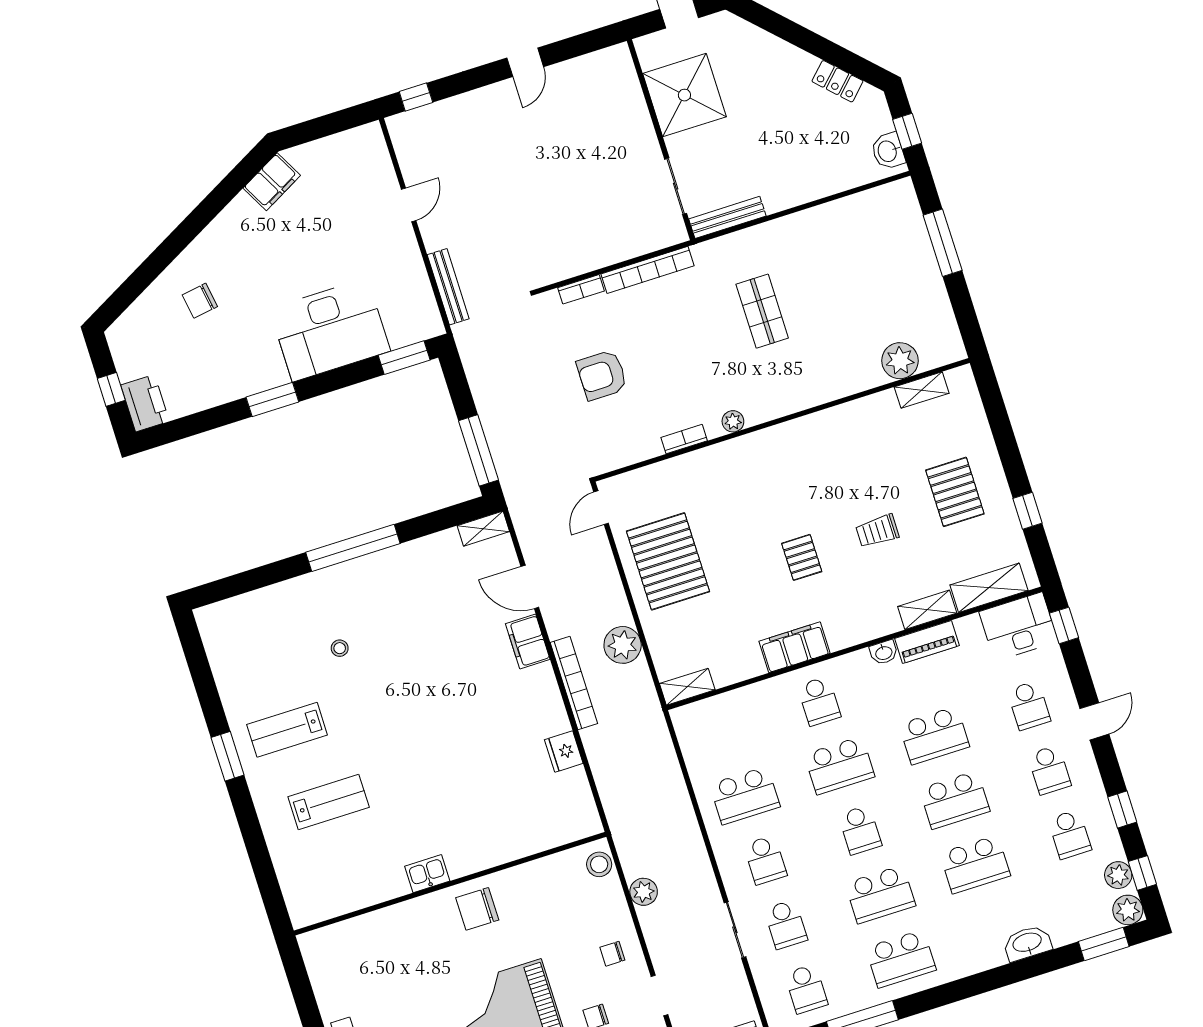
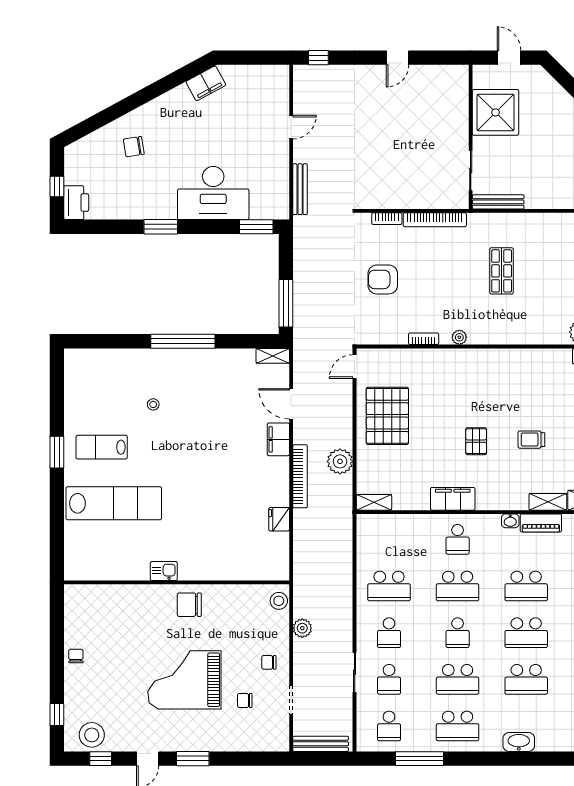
lab bench: (329, 802) -> (114, 503), width x1.86, depth x1.39
washbasin: (1027, 943) -> (519, 742), moved

